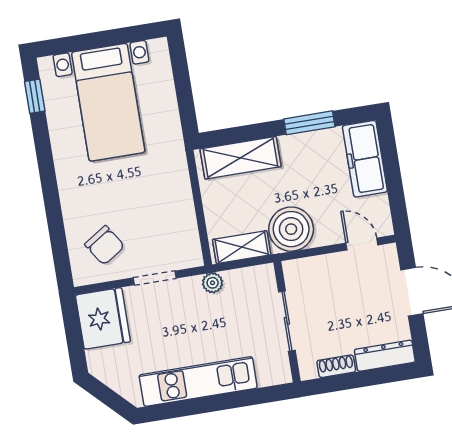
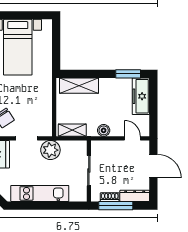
window: (309, 123) -> (128, 74), moved
boiler: (291, 229) -> (104, 130), width x0.54, depth x0.54
plant: (213, 283) -> (50, 150), width x1.88, depth x1.88
window: (351, 381) -> (116, 206), added

